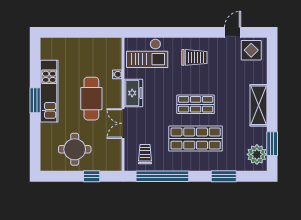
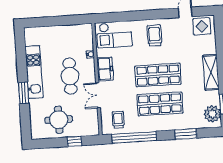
trolley: (194, 57) -> (154, 36), turned -90
window: (35, 100) -> (23, 93), moved
shop shelf: (196, 104) -> (158, 75), width x1.43, depth x1.36

